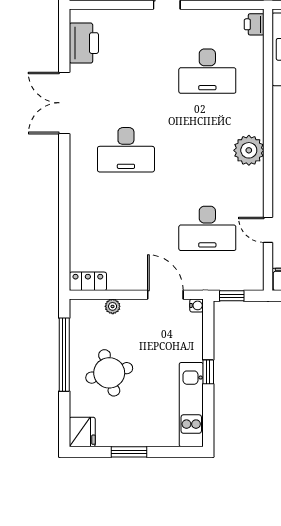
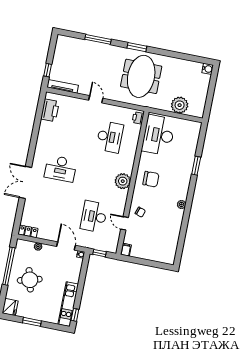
desk: (207, 71) -> (110, 137), turned -90
double door: (64, 103) -> (25, 182), moved
desk: (207, 228) -> (94, 217), turned 90
window: (208, 372) -> (75, 315), moved

